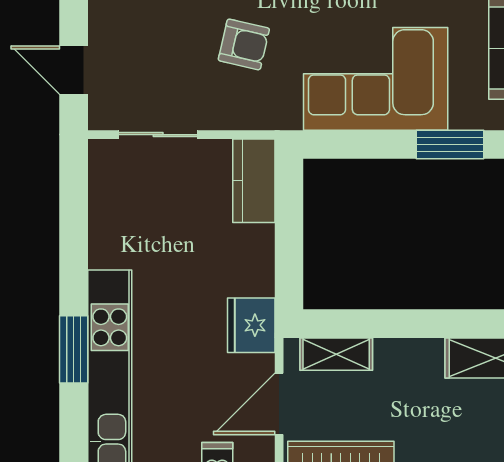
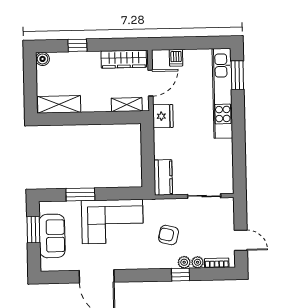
door: (74, 70) -> (241, 240), moved
window: (74, 349) -> (237, 75), moved

